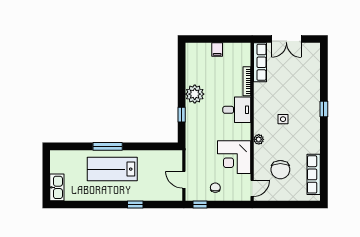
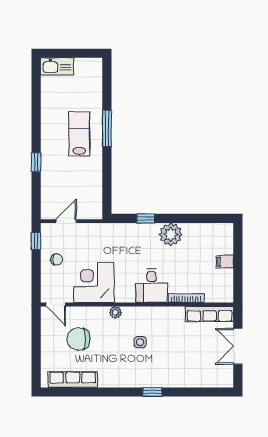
lab bench: (112, 169) -> (79, 134), width x0.73, depth x0.72

